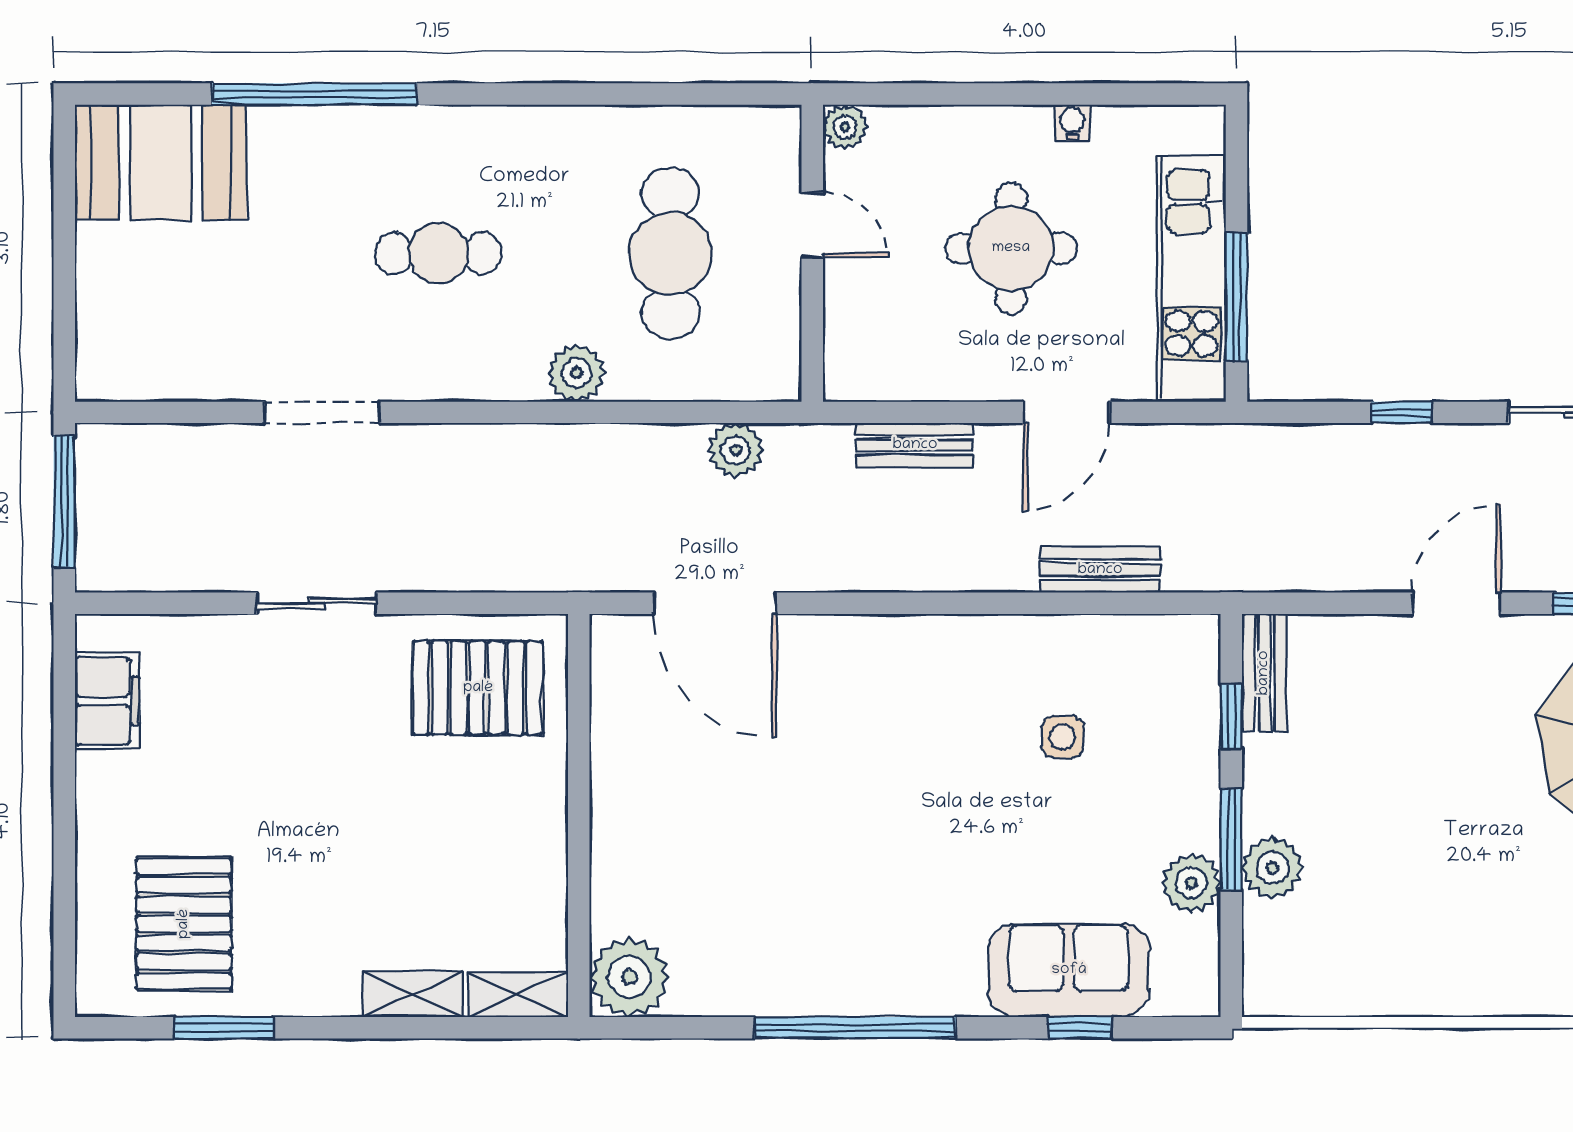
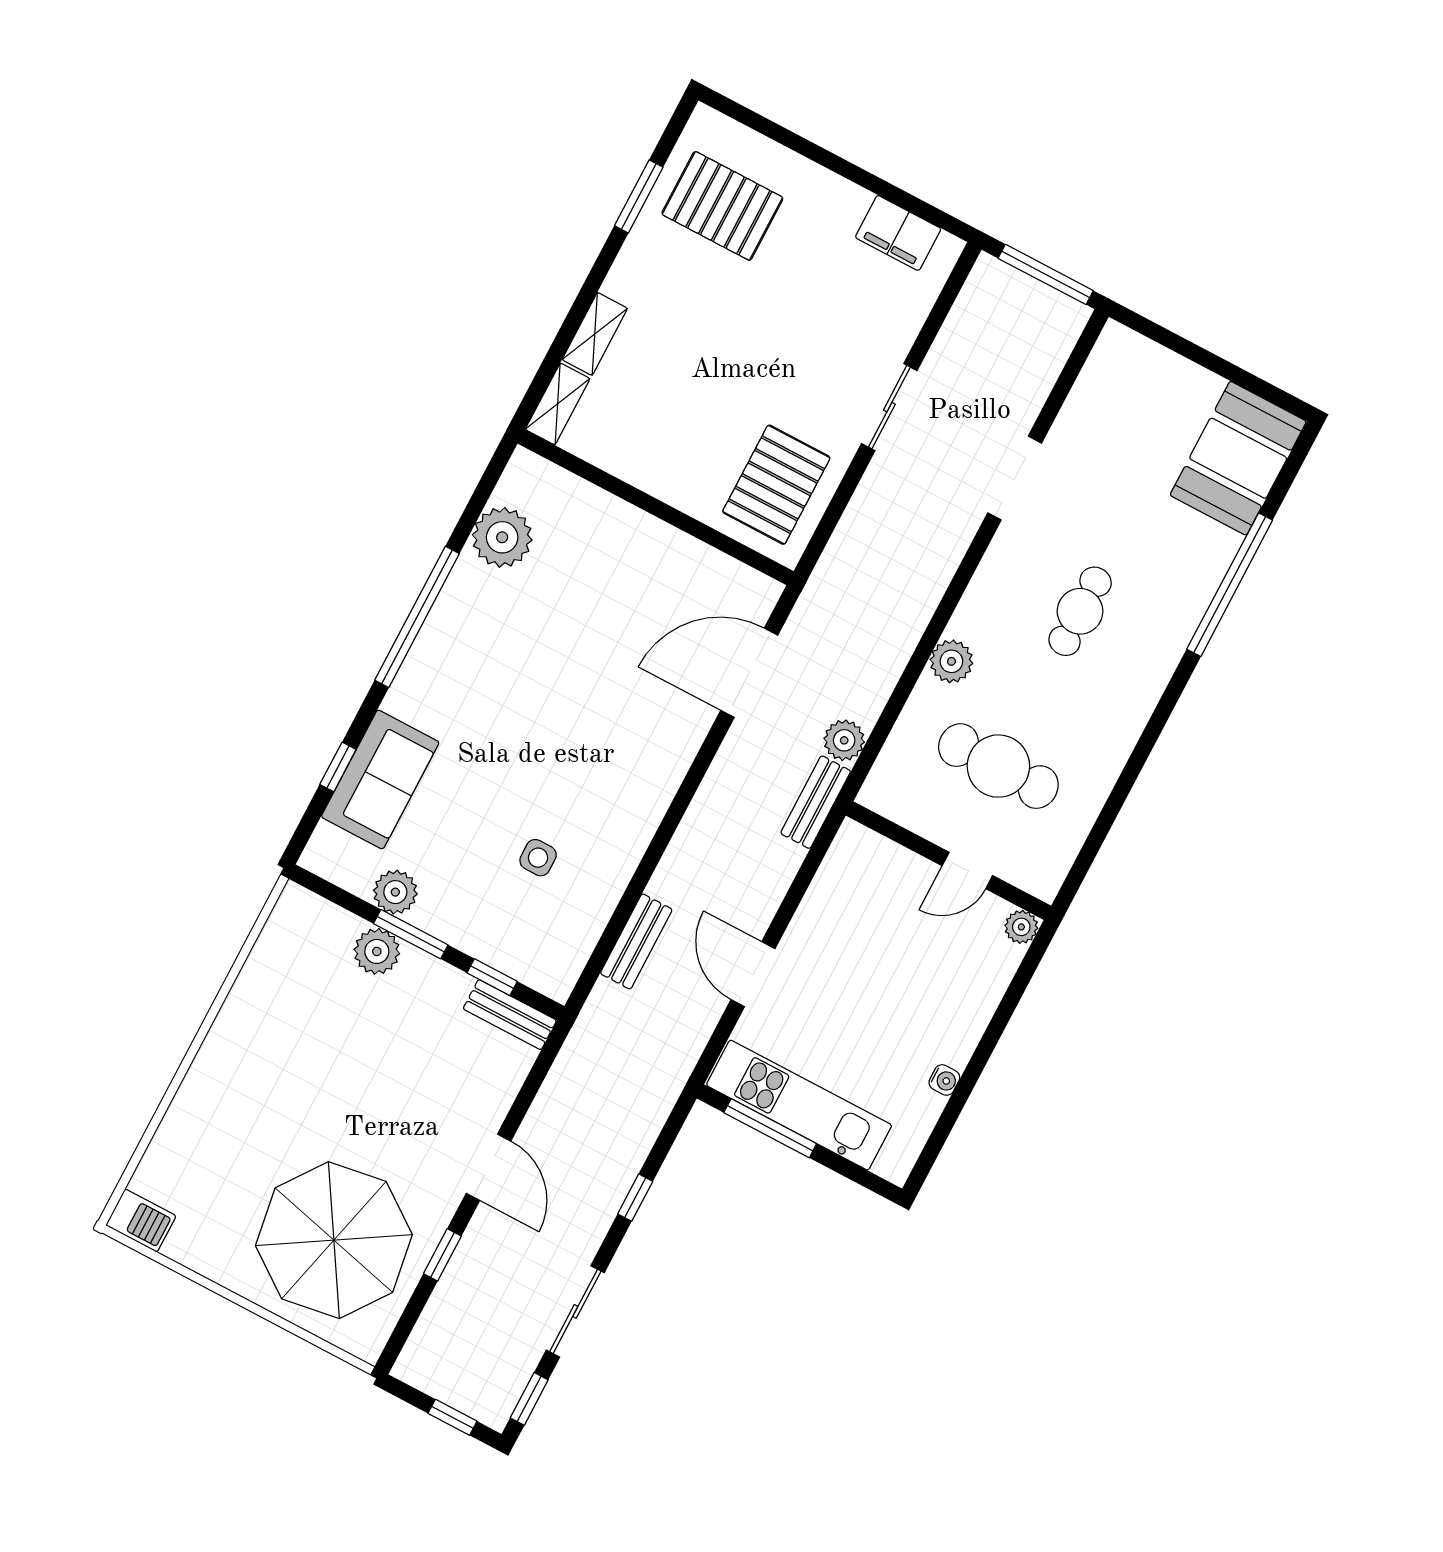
round table: (1011, 248) -> (882, 995), removed
bench: (915, 445) -> (816, 802), moved
plant: (629, 977) -> (502, 537), moved

